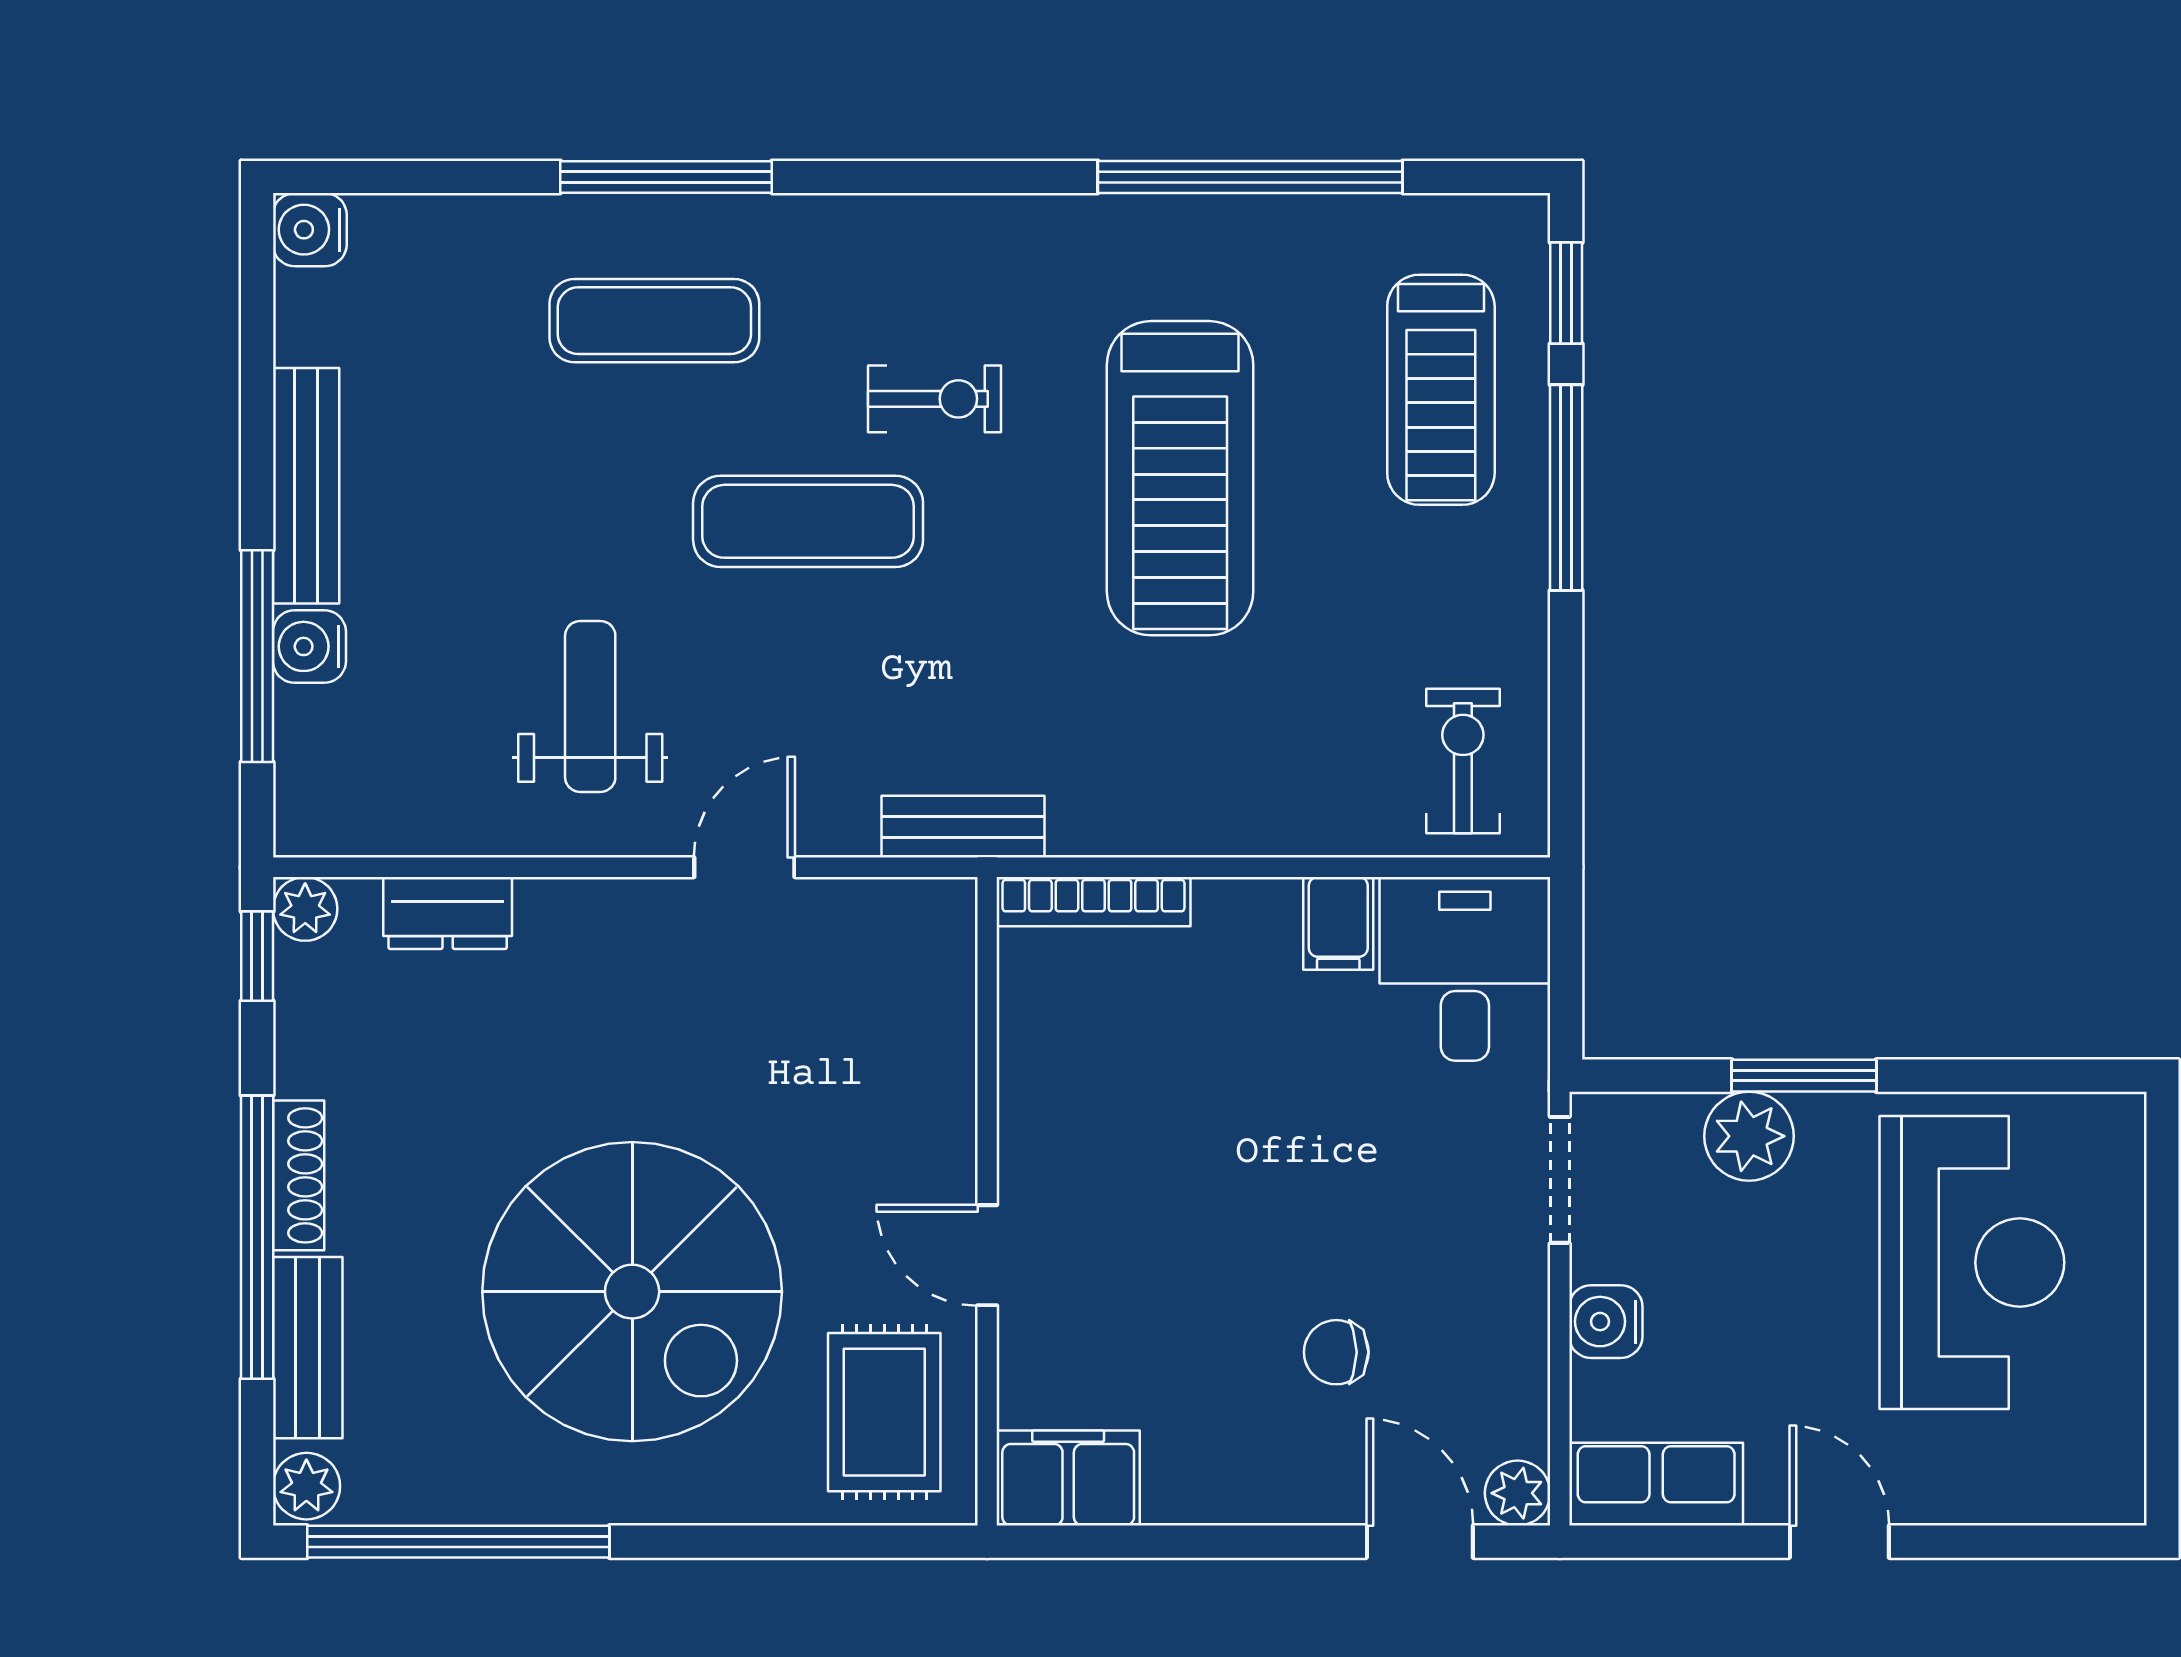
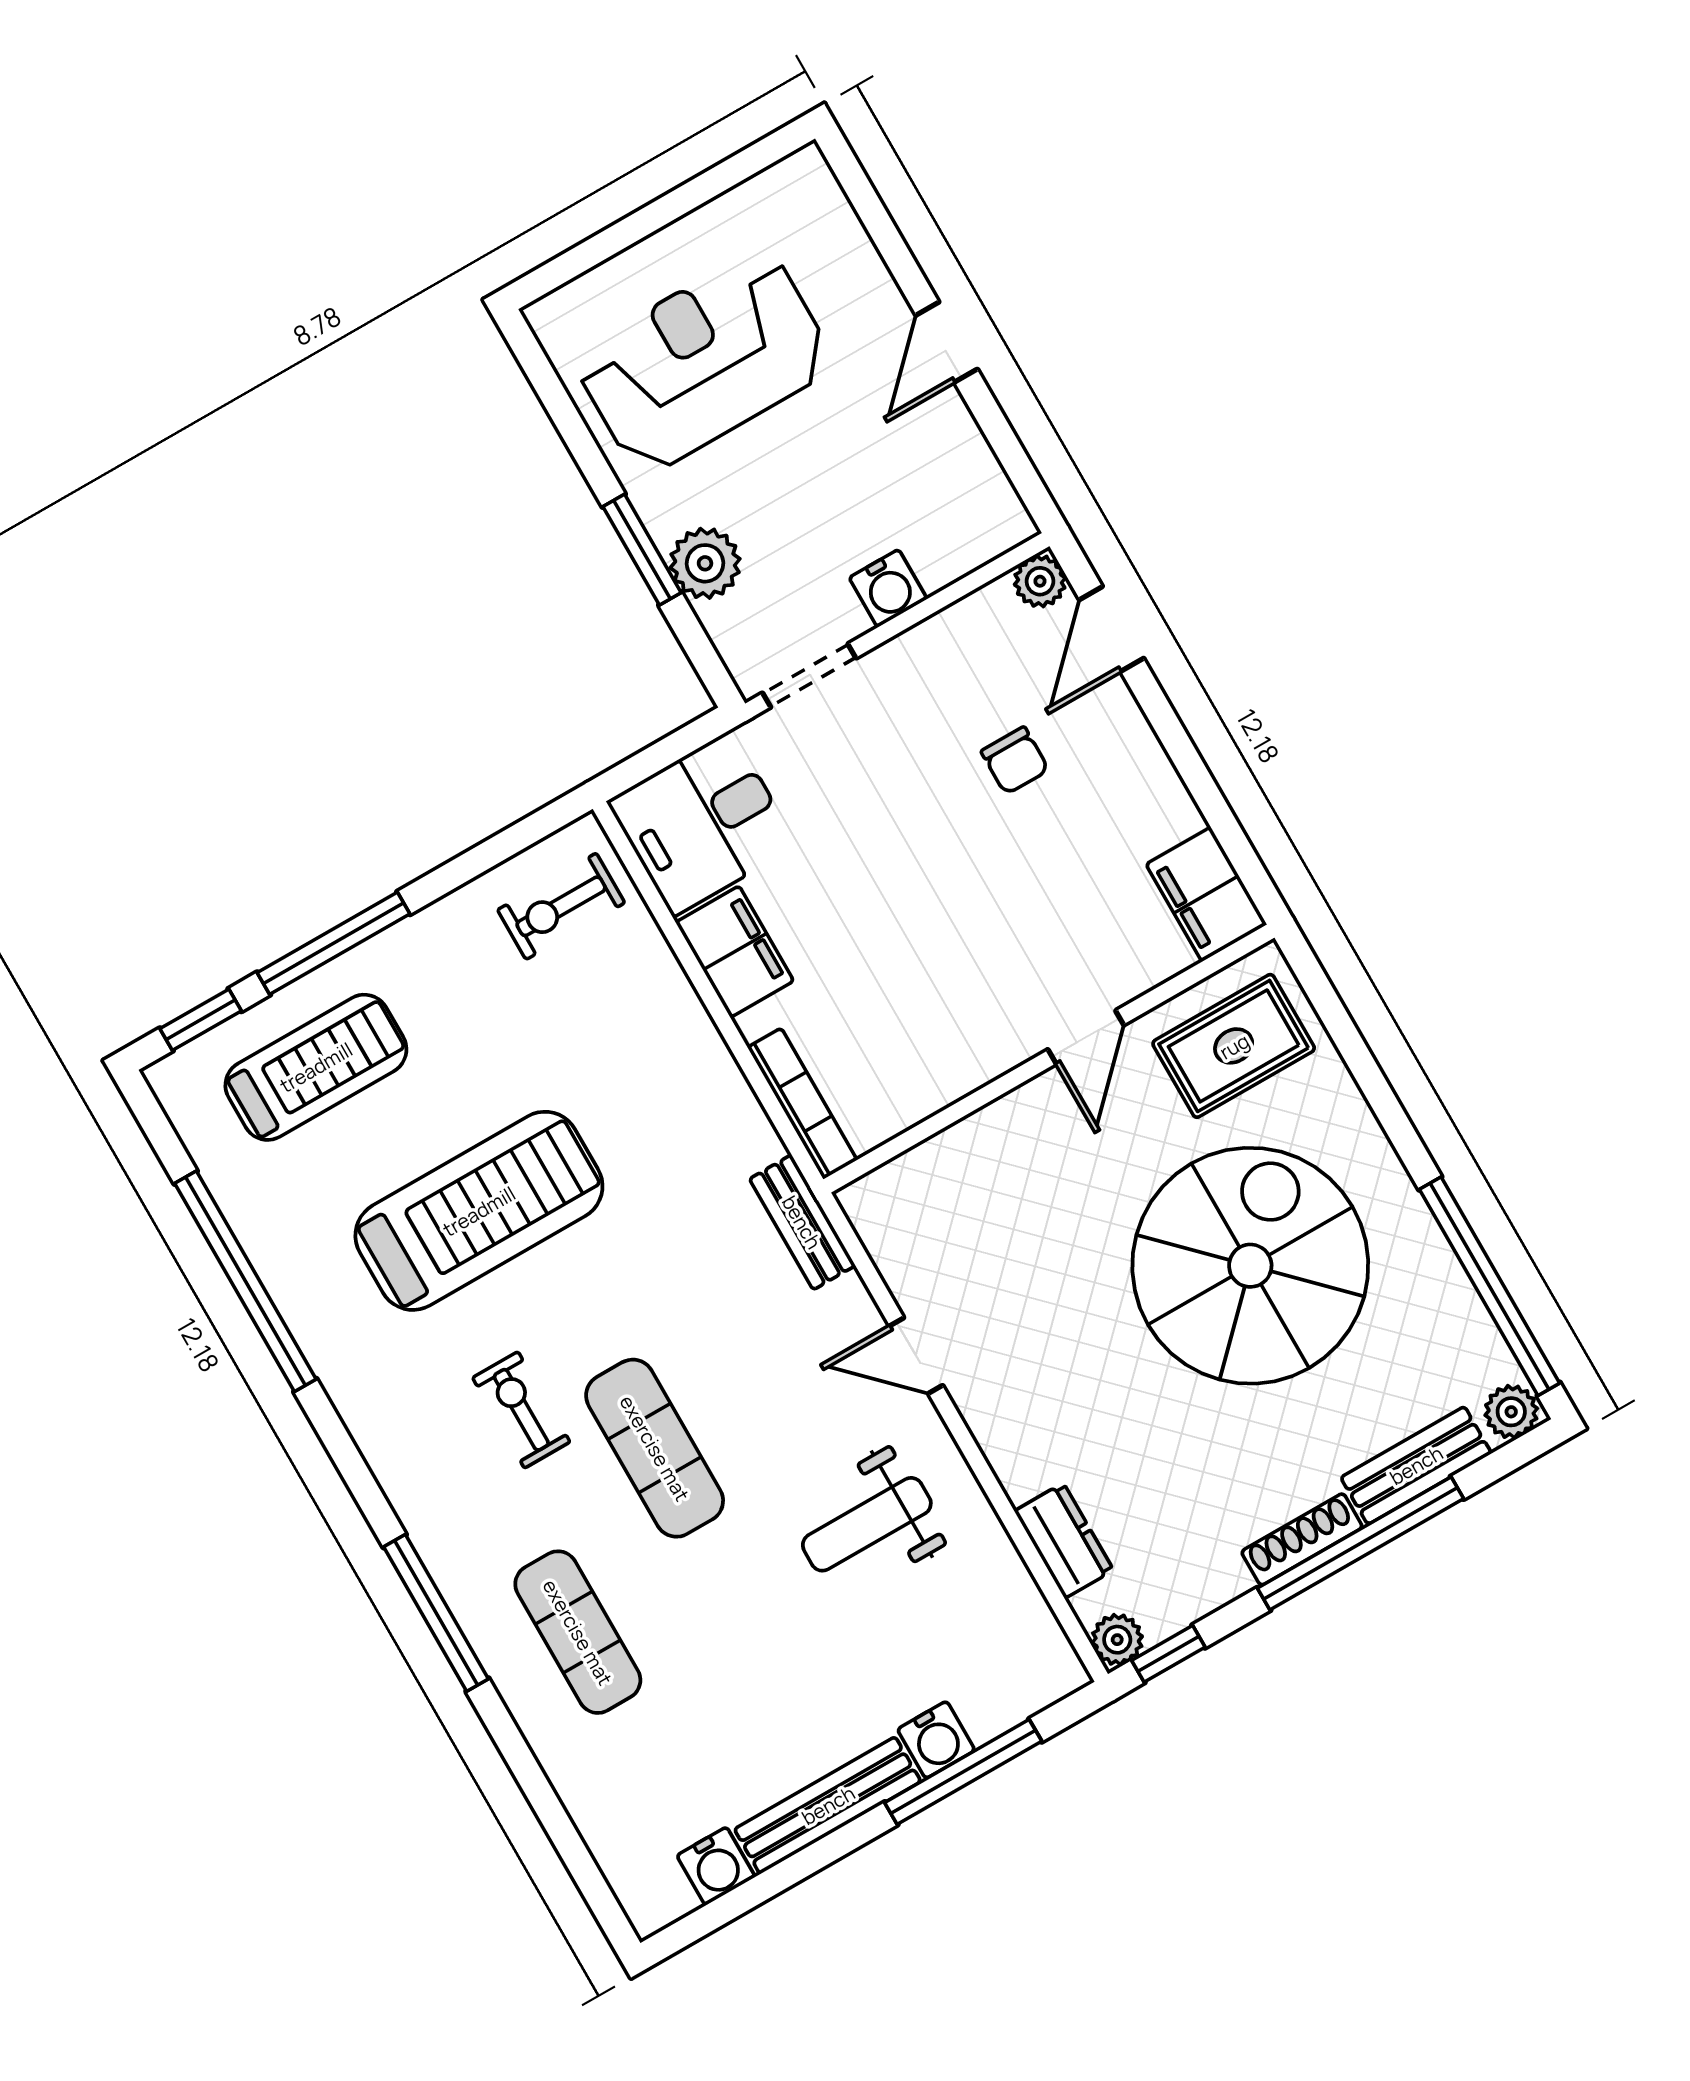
window: (666, 177) -> (436, 1613), moved
water cooler: (310, 230) -> (716, 1866), moved
filing cabinet: (1338, 923) -> (735, 952), width x2.00
row of seats: (1656, 1484) -> (979, 490), removed

